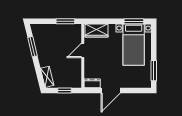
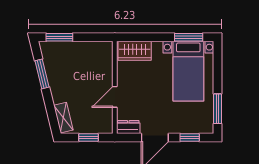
window: (65, 21) -> (59, 37), moved
door: (83, 50) -> (115, 97), moved
window: (135, 90) -> (190, 137), added

